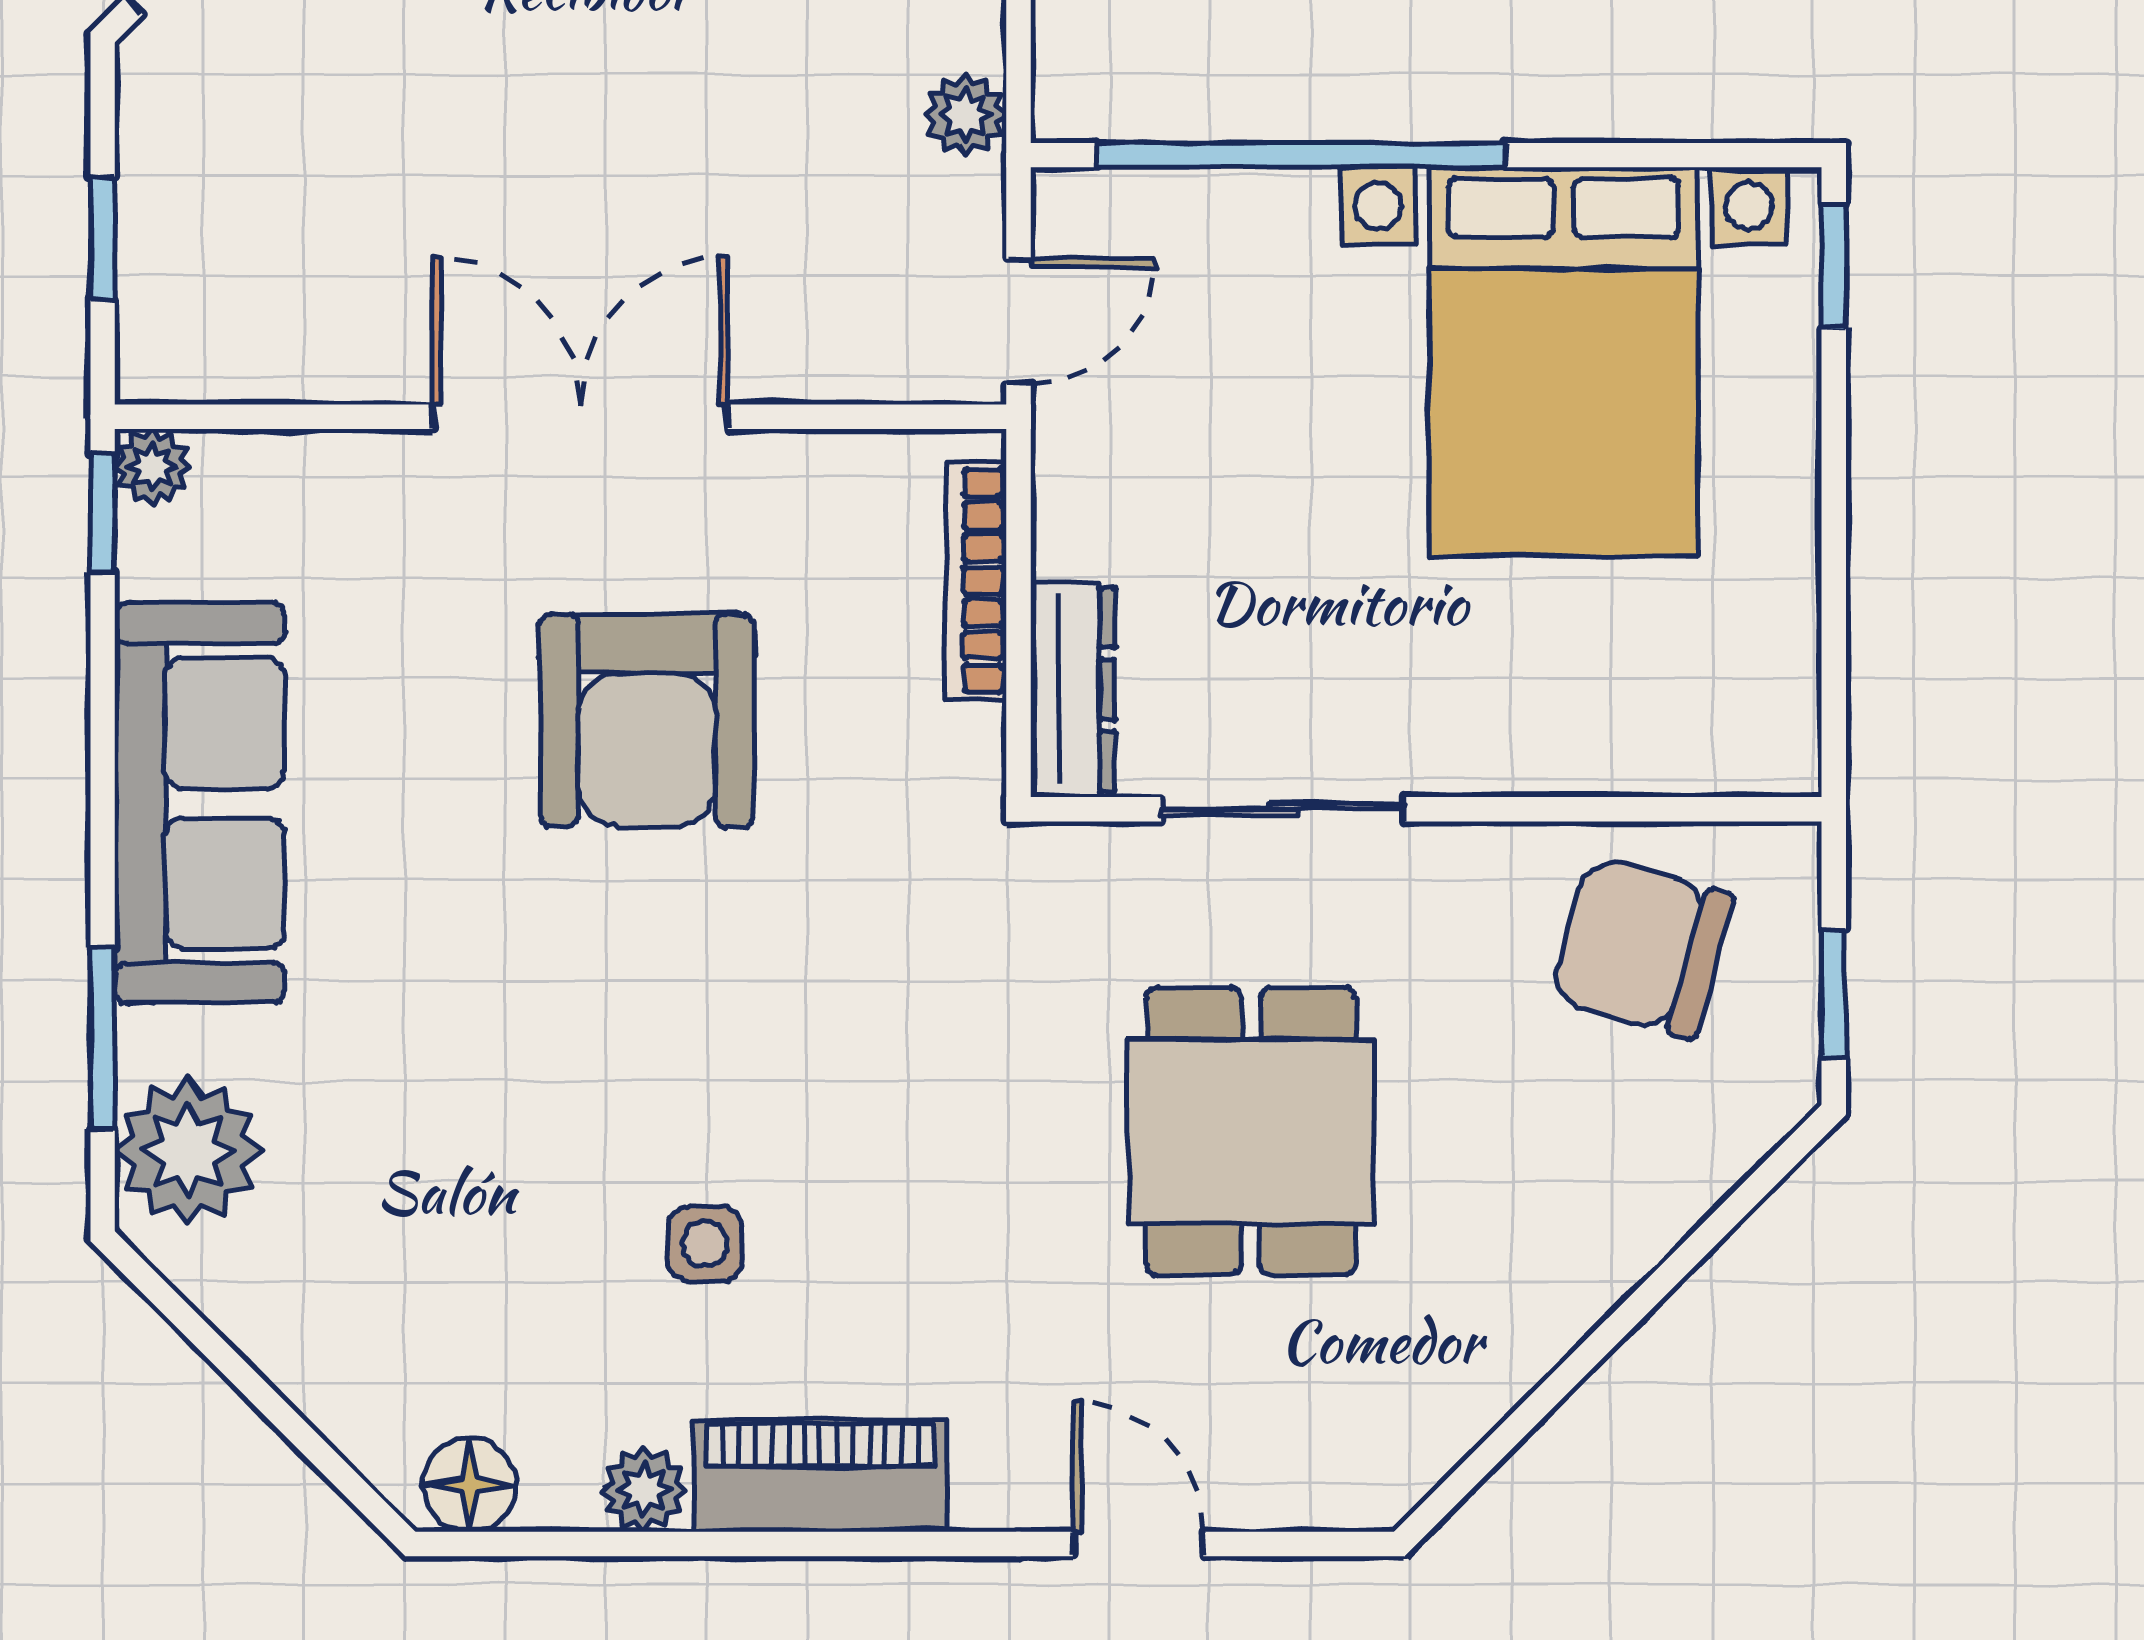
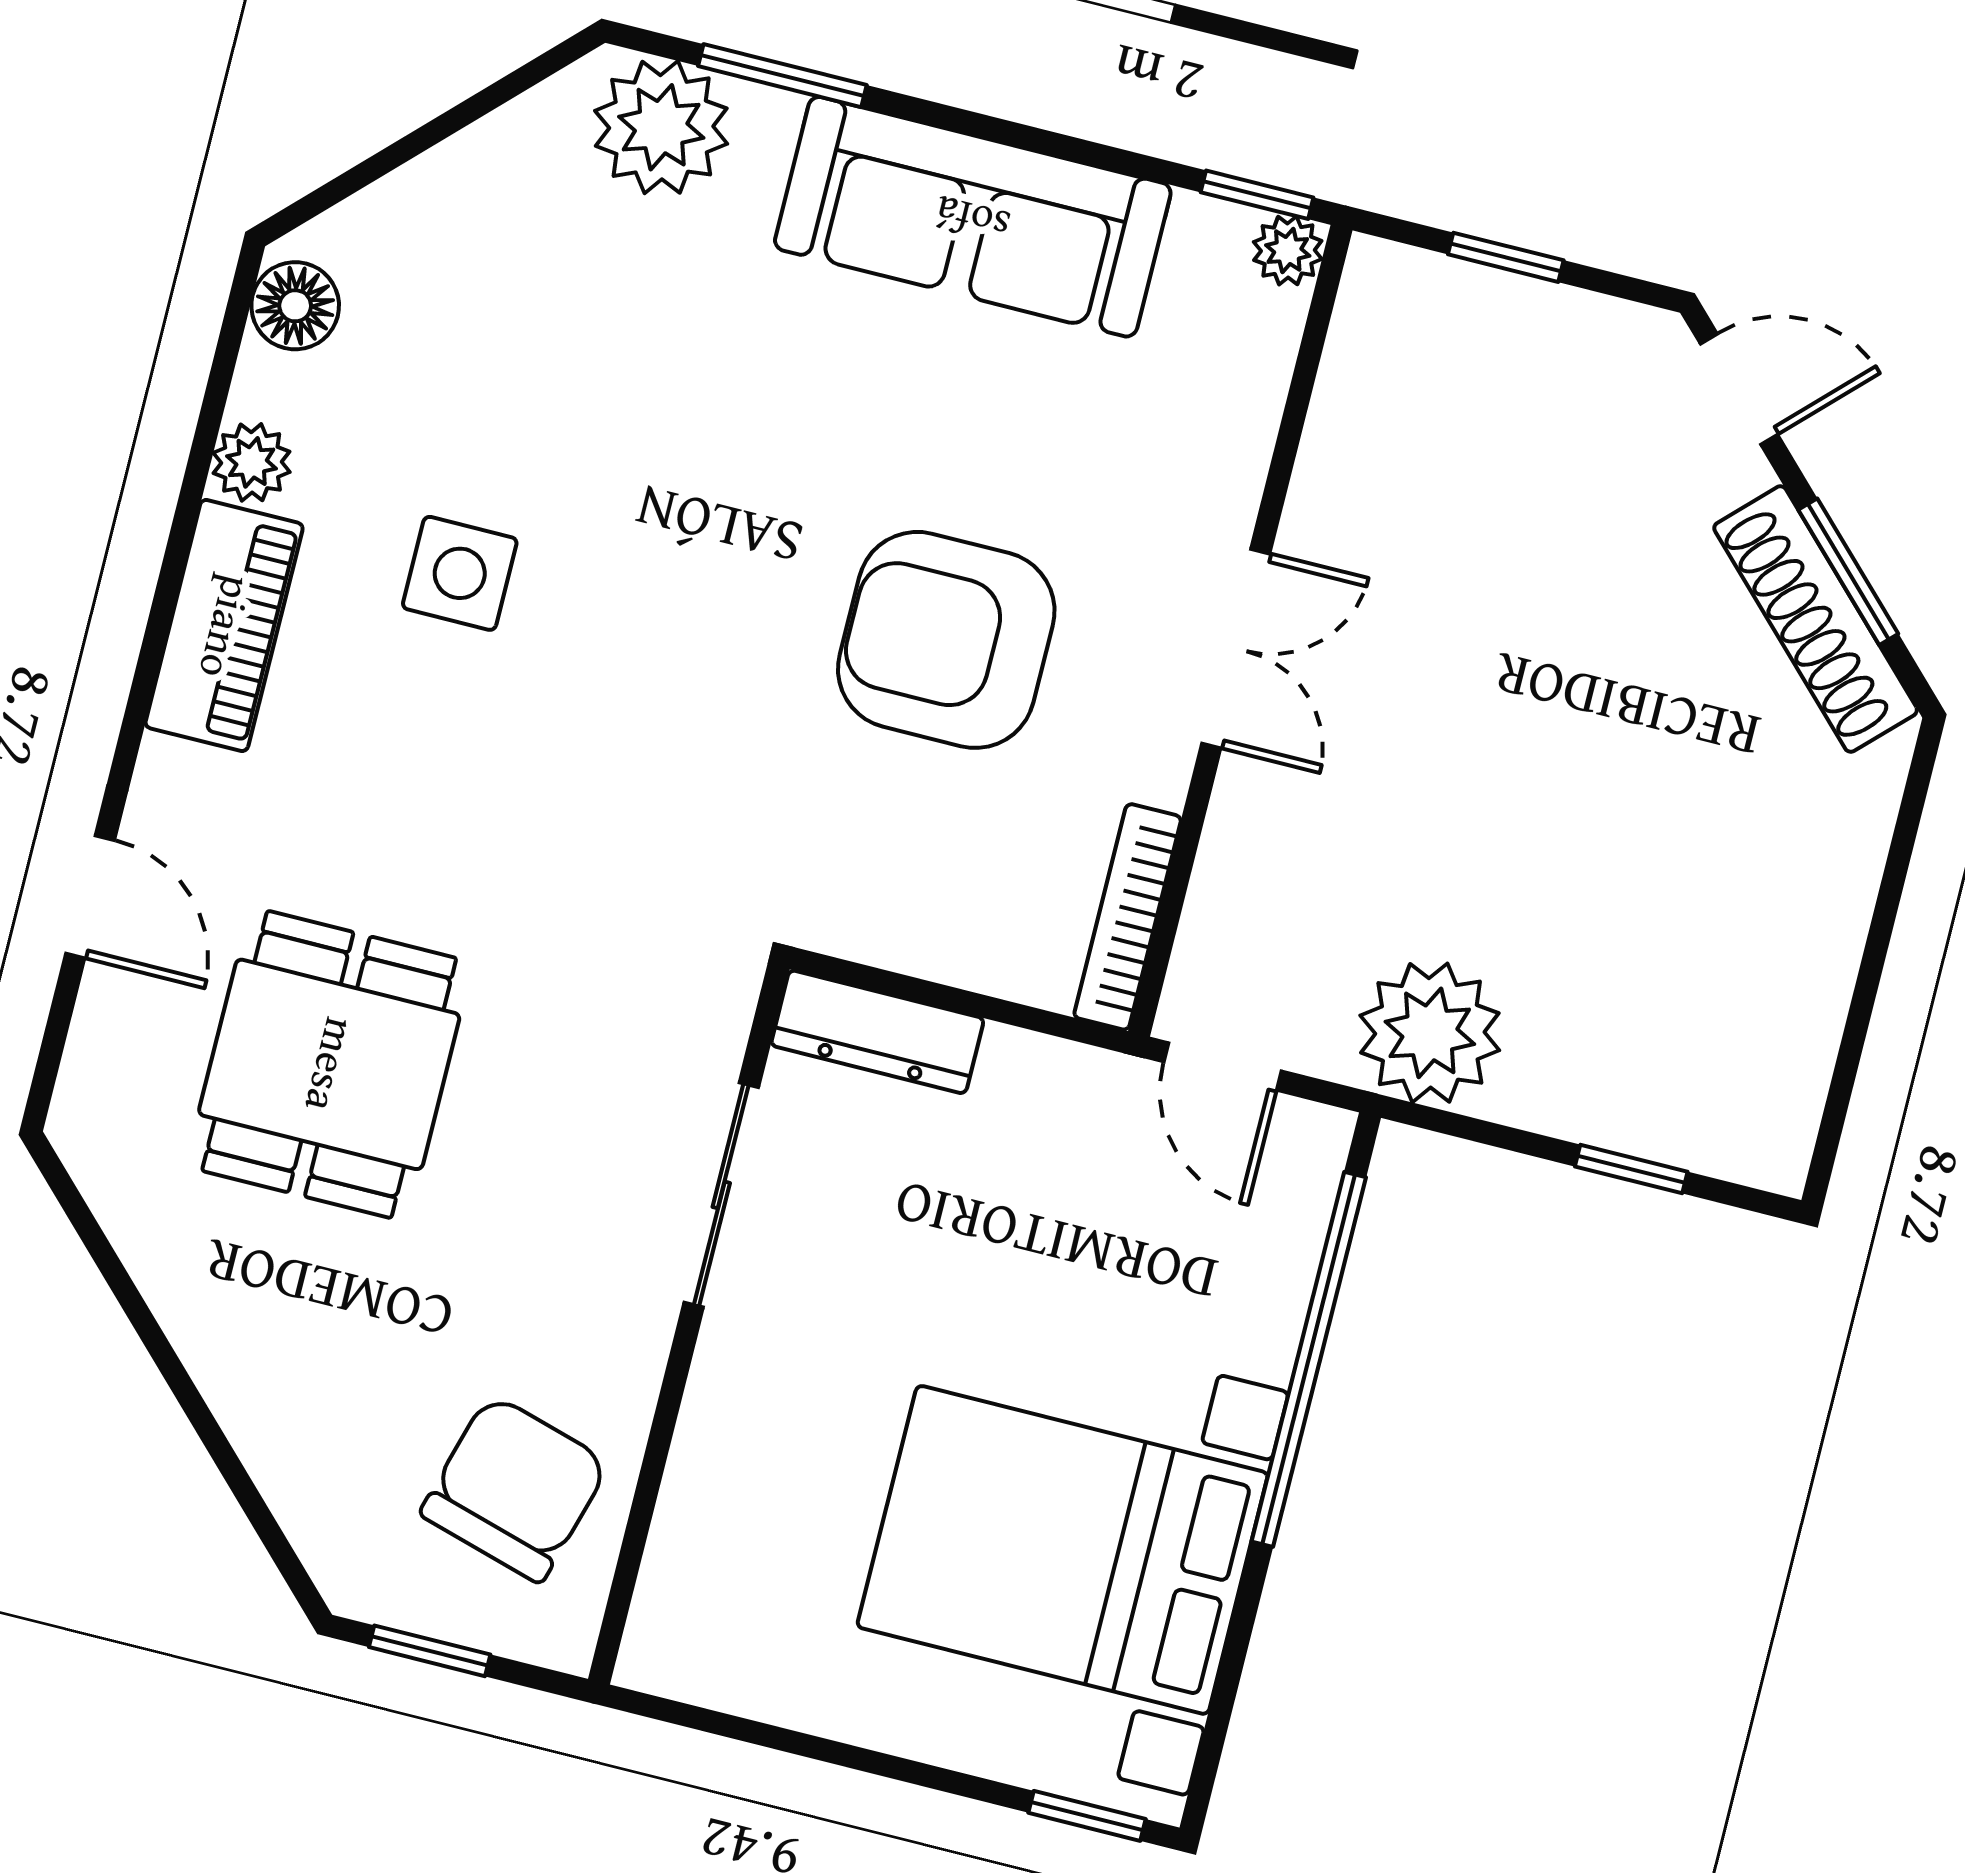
plant: (965, 114) -> (1430, 1033), width x1.87, depth x1.87
double door: (580, 417) -> (1236, 648), width x0.73
bookcase: (976, 581) -> (1128, 917), moved, turned -90
dining table: (1251, 1131) -> (329, 1064), moved, turned 90
side table: (705, 1244) -> (460, 573), width x1.37, depth x1.37
door: (1138, 1544) -> (90, 897), hinge flipped

